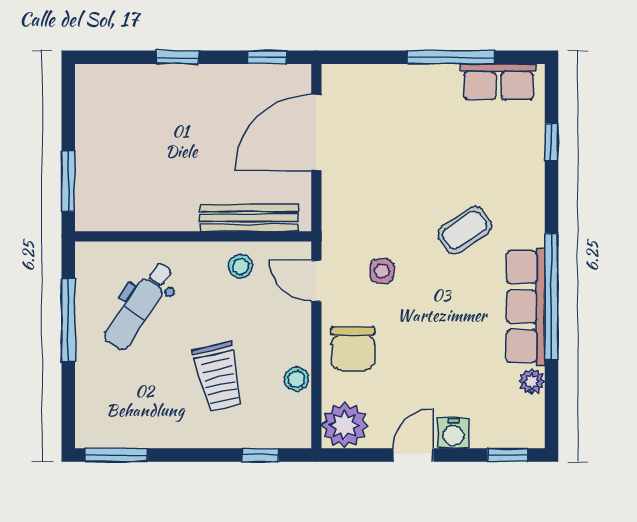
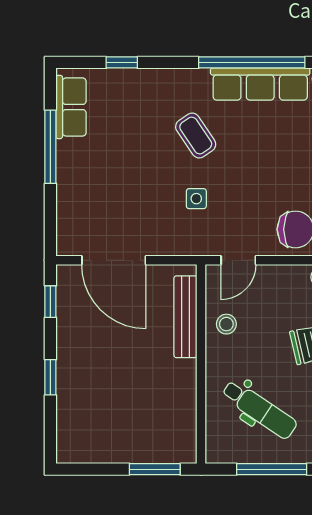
side table: (382, 271) -> (196, 199), moved

